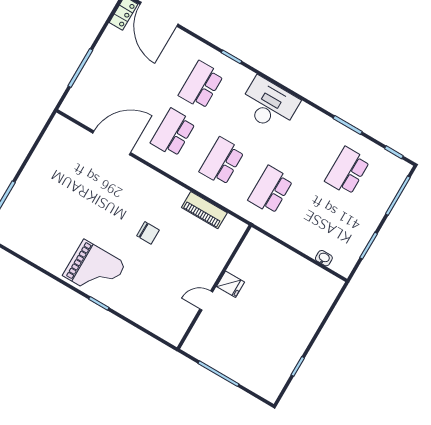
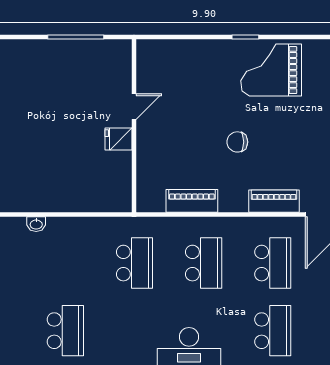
piano: (147, 176) -> (274, 201), added

